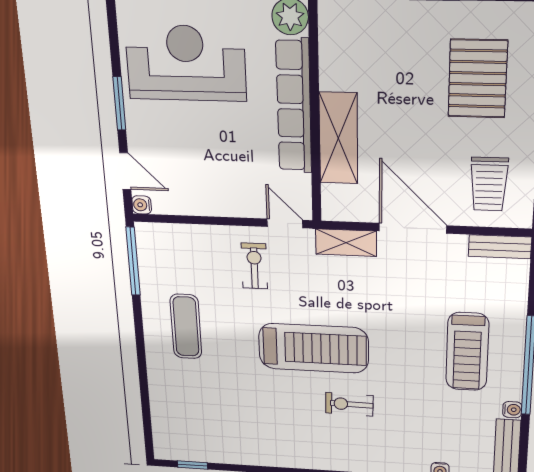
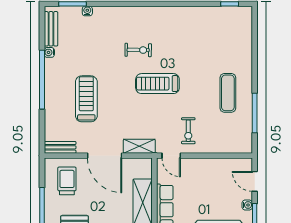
water cooler: (142, 205) -> (247, 205), moved
window: (133, 261) -> (255, 113), moved
treadmill: (314, 348) -> (157, 84), width x0.73, depth x0.73
treadmill: (467, 352) -> (86, 99), moved

